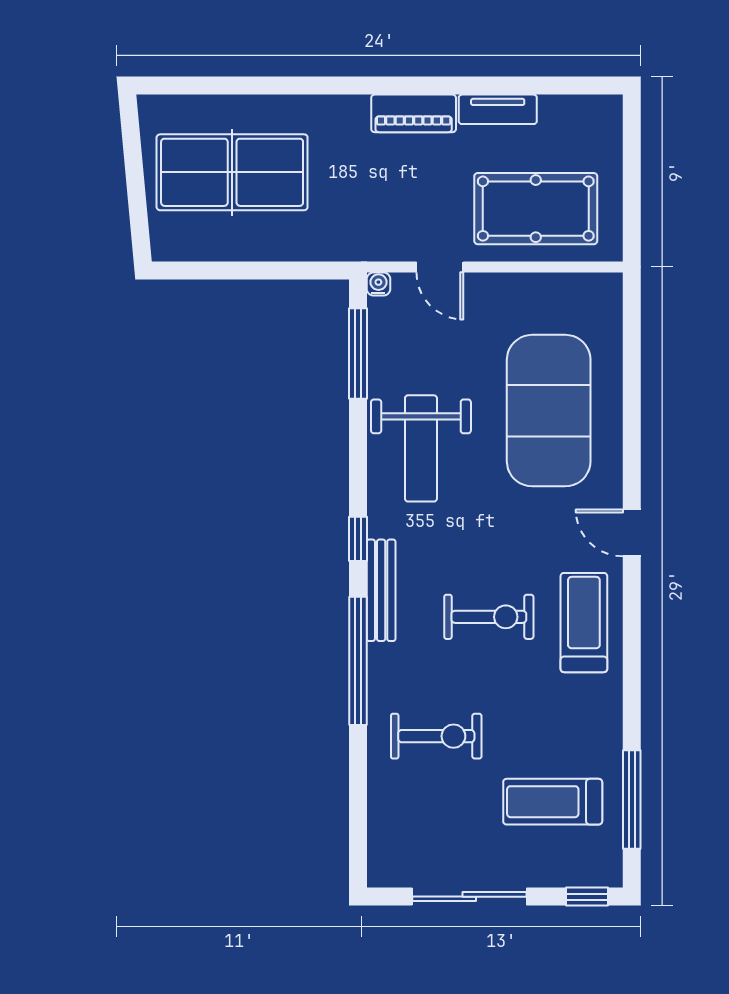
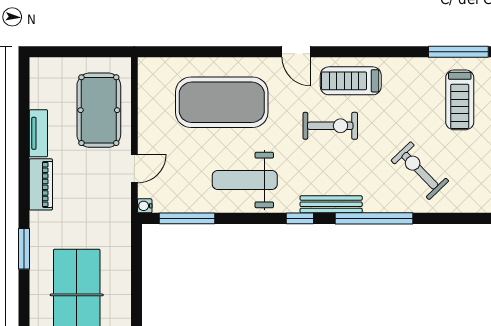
window: (308, 86) -> (24, 249), added
weight bench: (421, 448) -> (245, 180), turned 180
door: (632, 533) -> (296, 52), hinge flipped
exercise bike: (489, 617) -> (330, 126), moved, turned 90
exercise bike: (436, 736) -> (420, 171), turned -44

